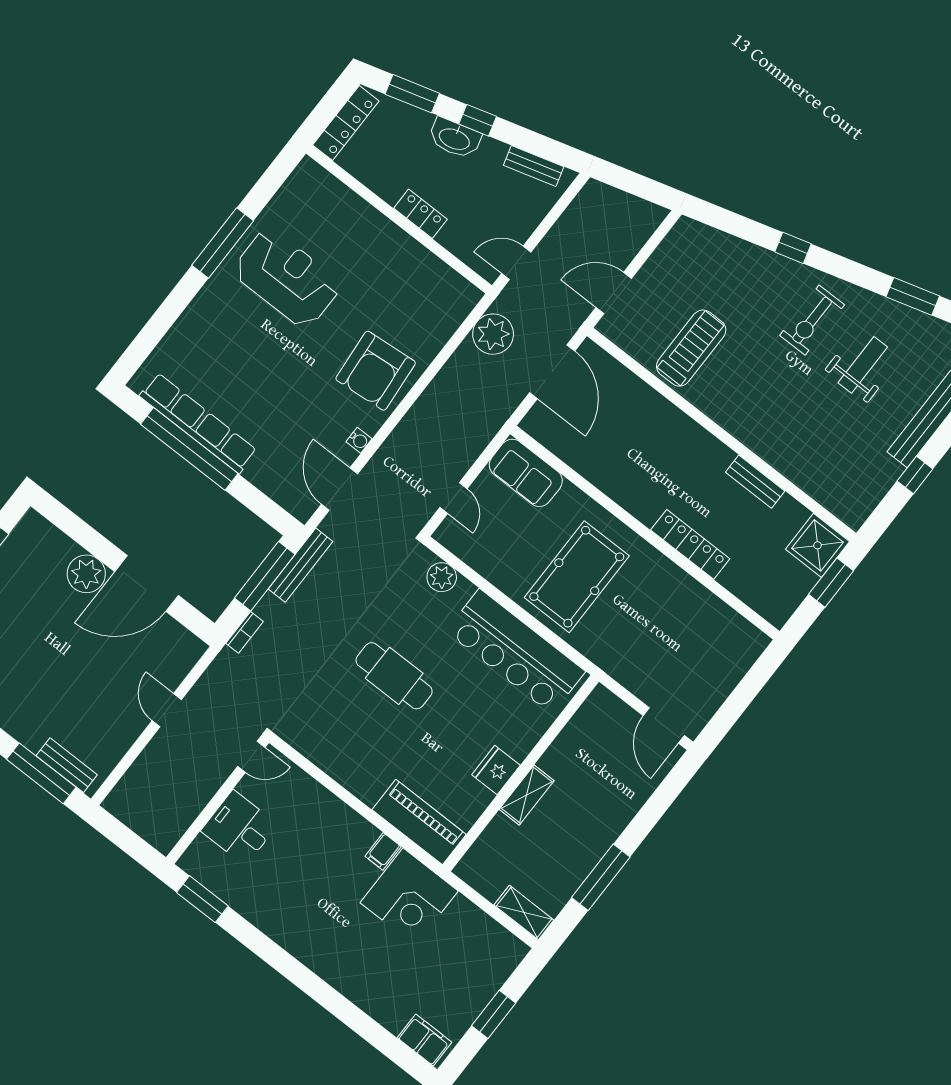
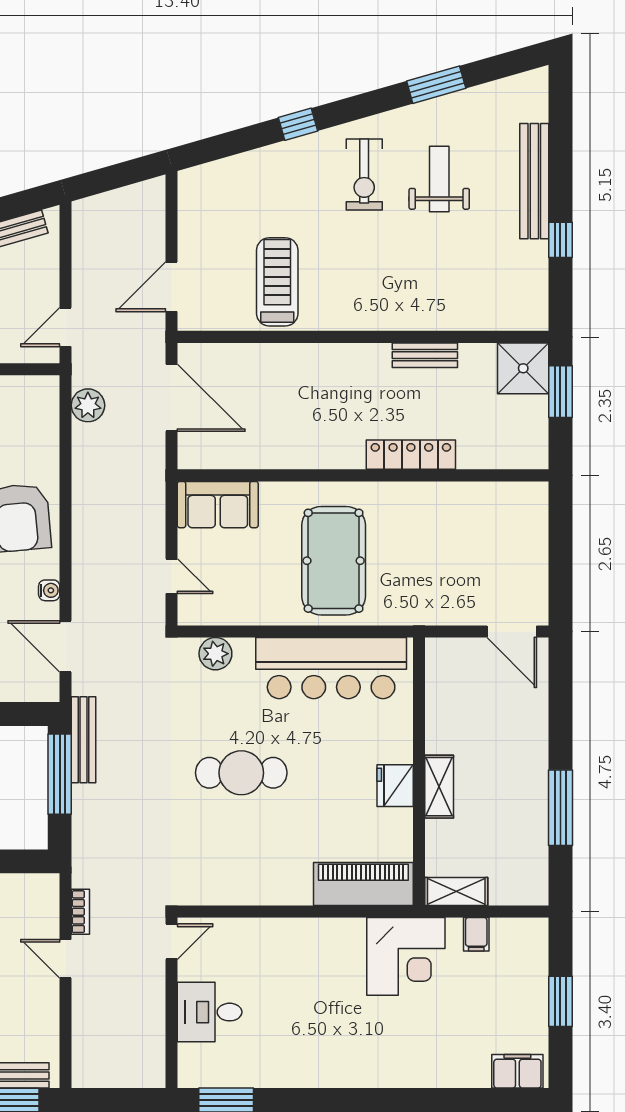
plant: (493, 334) -> (88, 405), width x0.73, depth x0.73
bookcase: (245, 632) -> (80, 912), moved
filing cabinet: (383, 851) -> (476, 934), moved
shelving: (524, 913) -> (456, 891), moved

